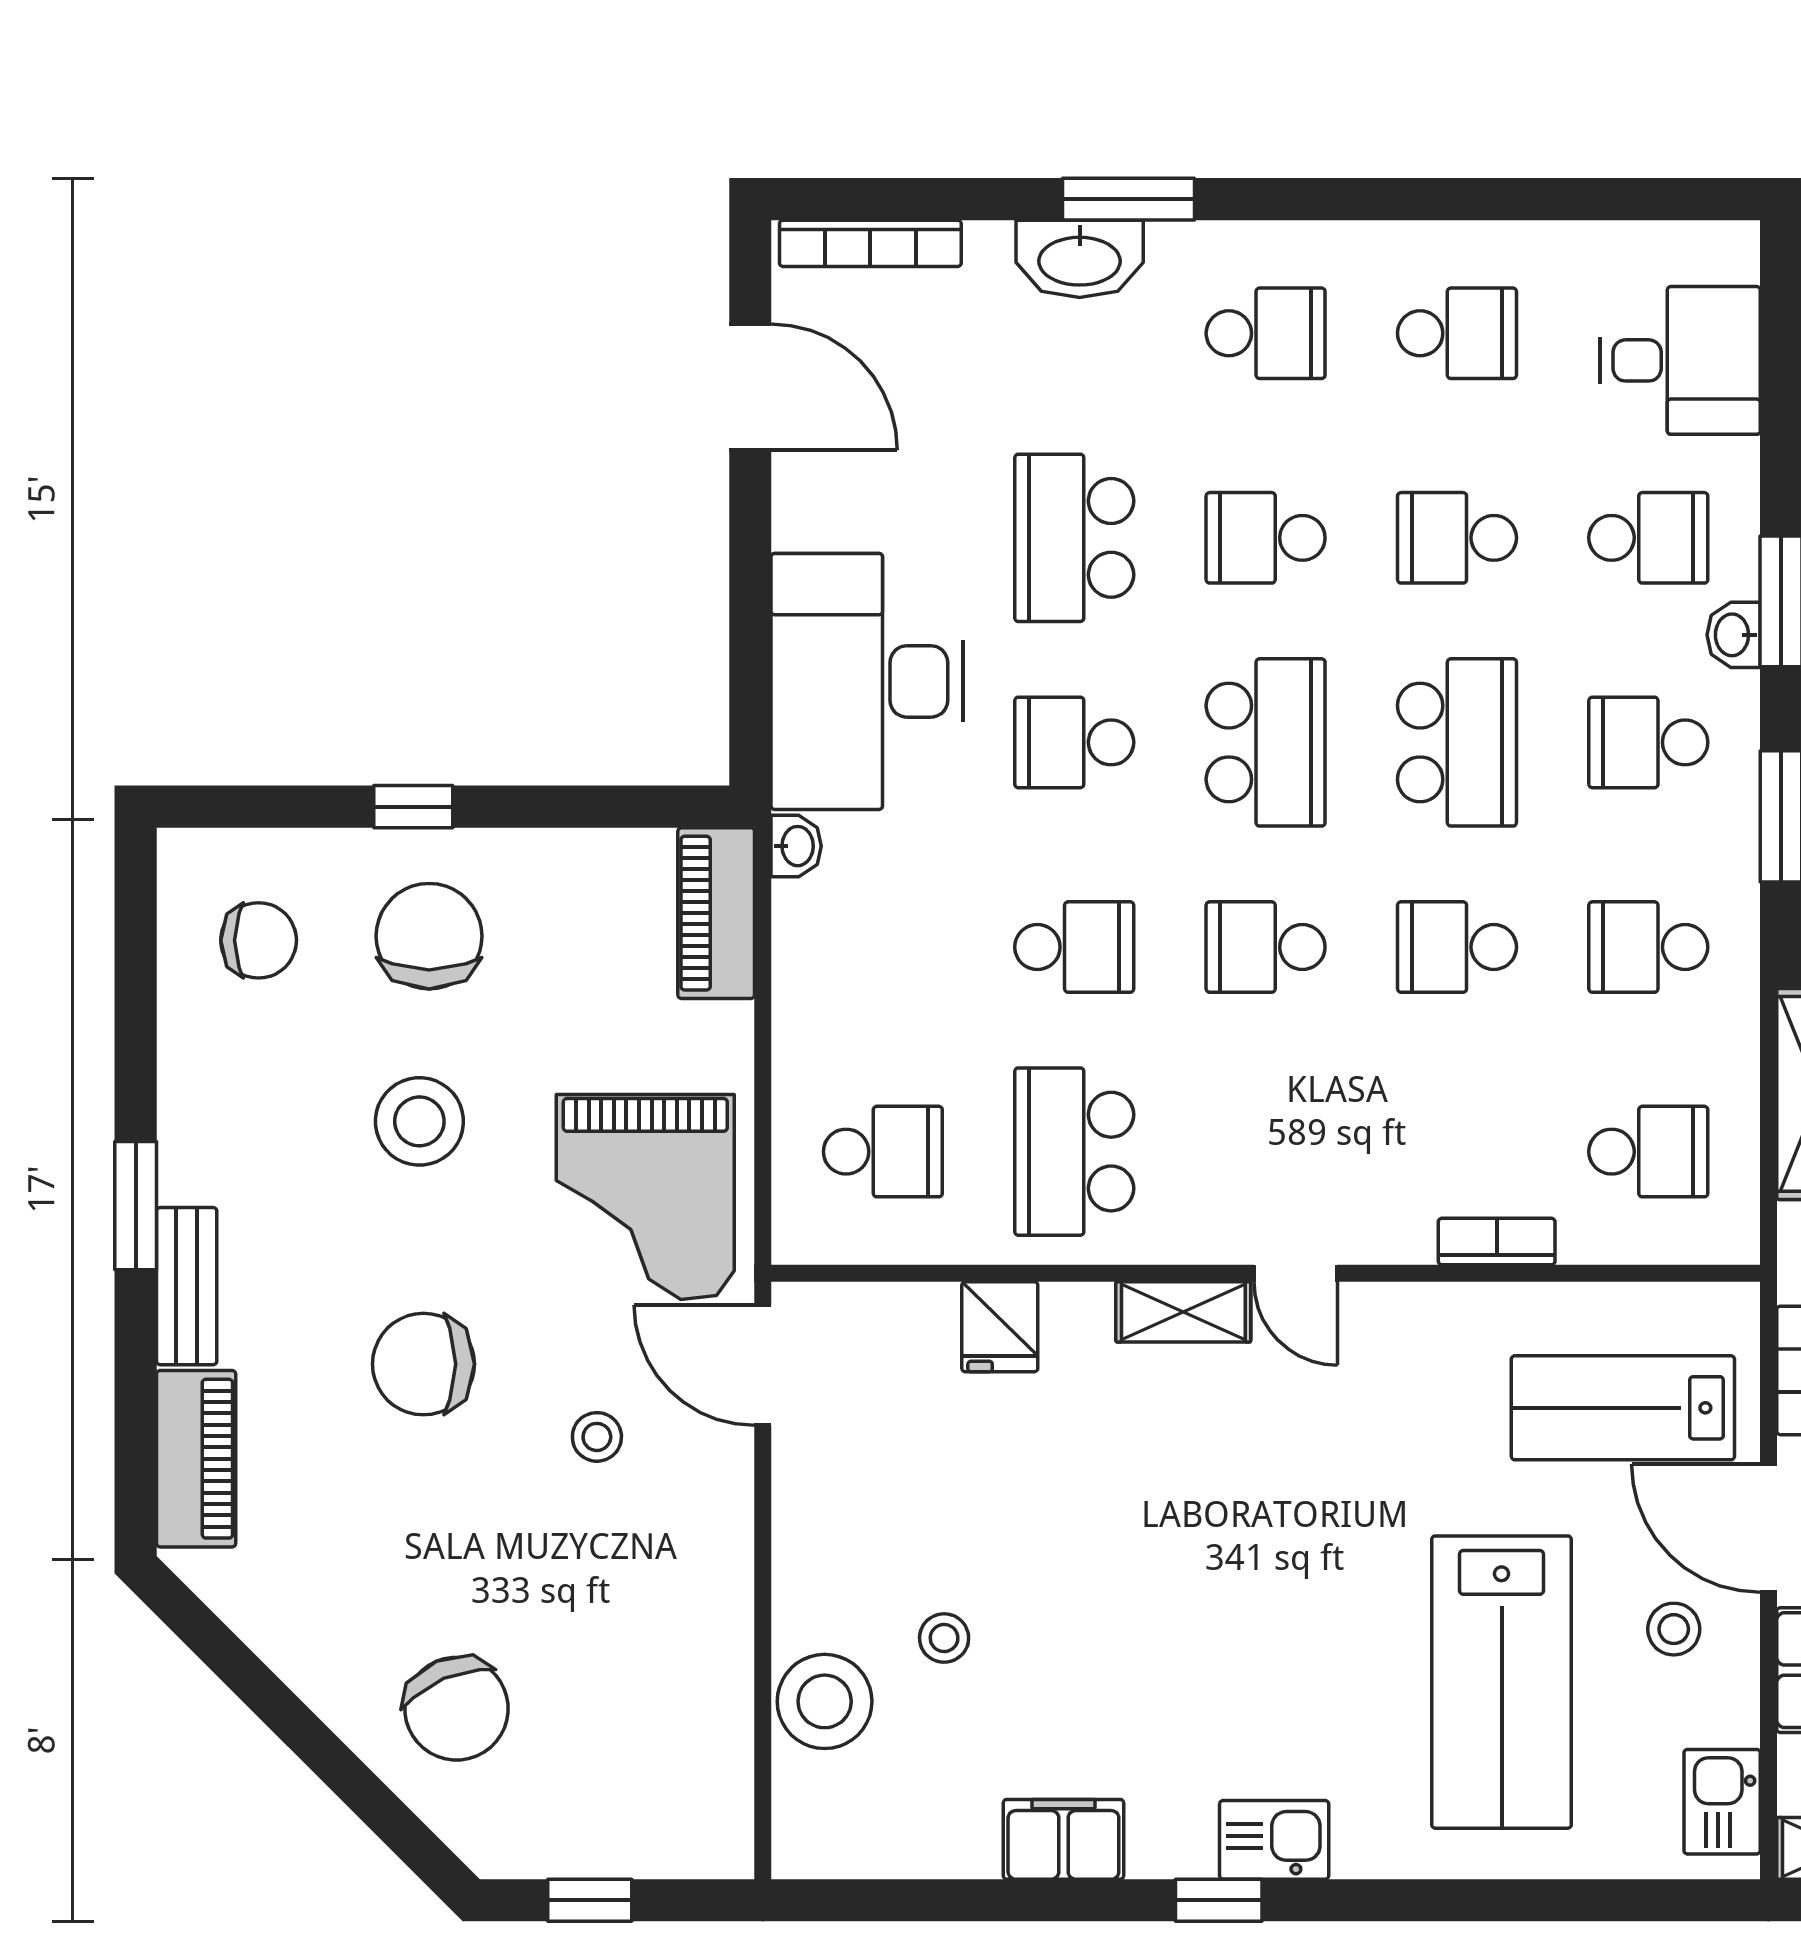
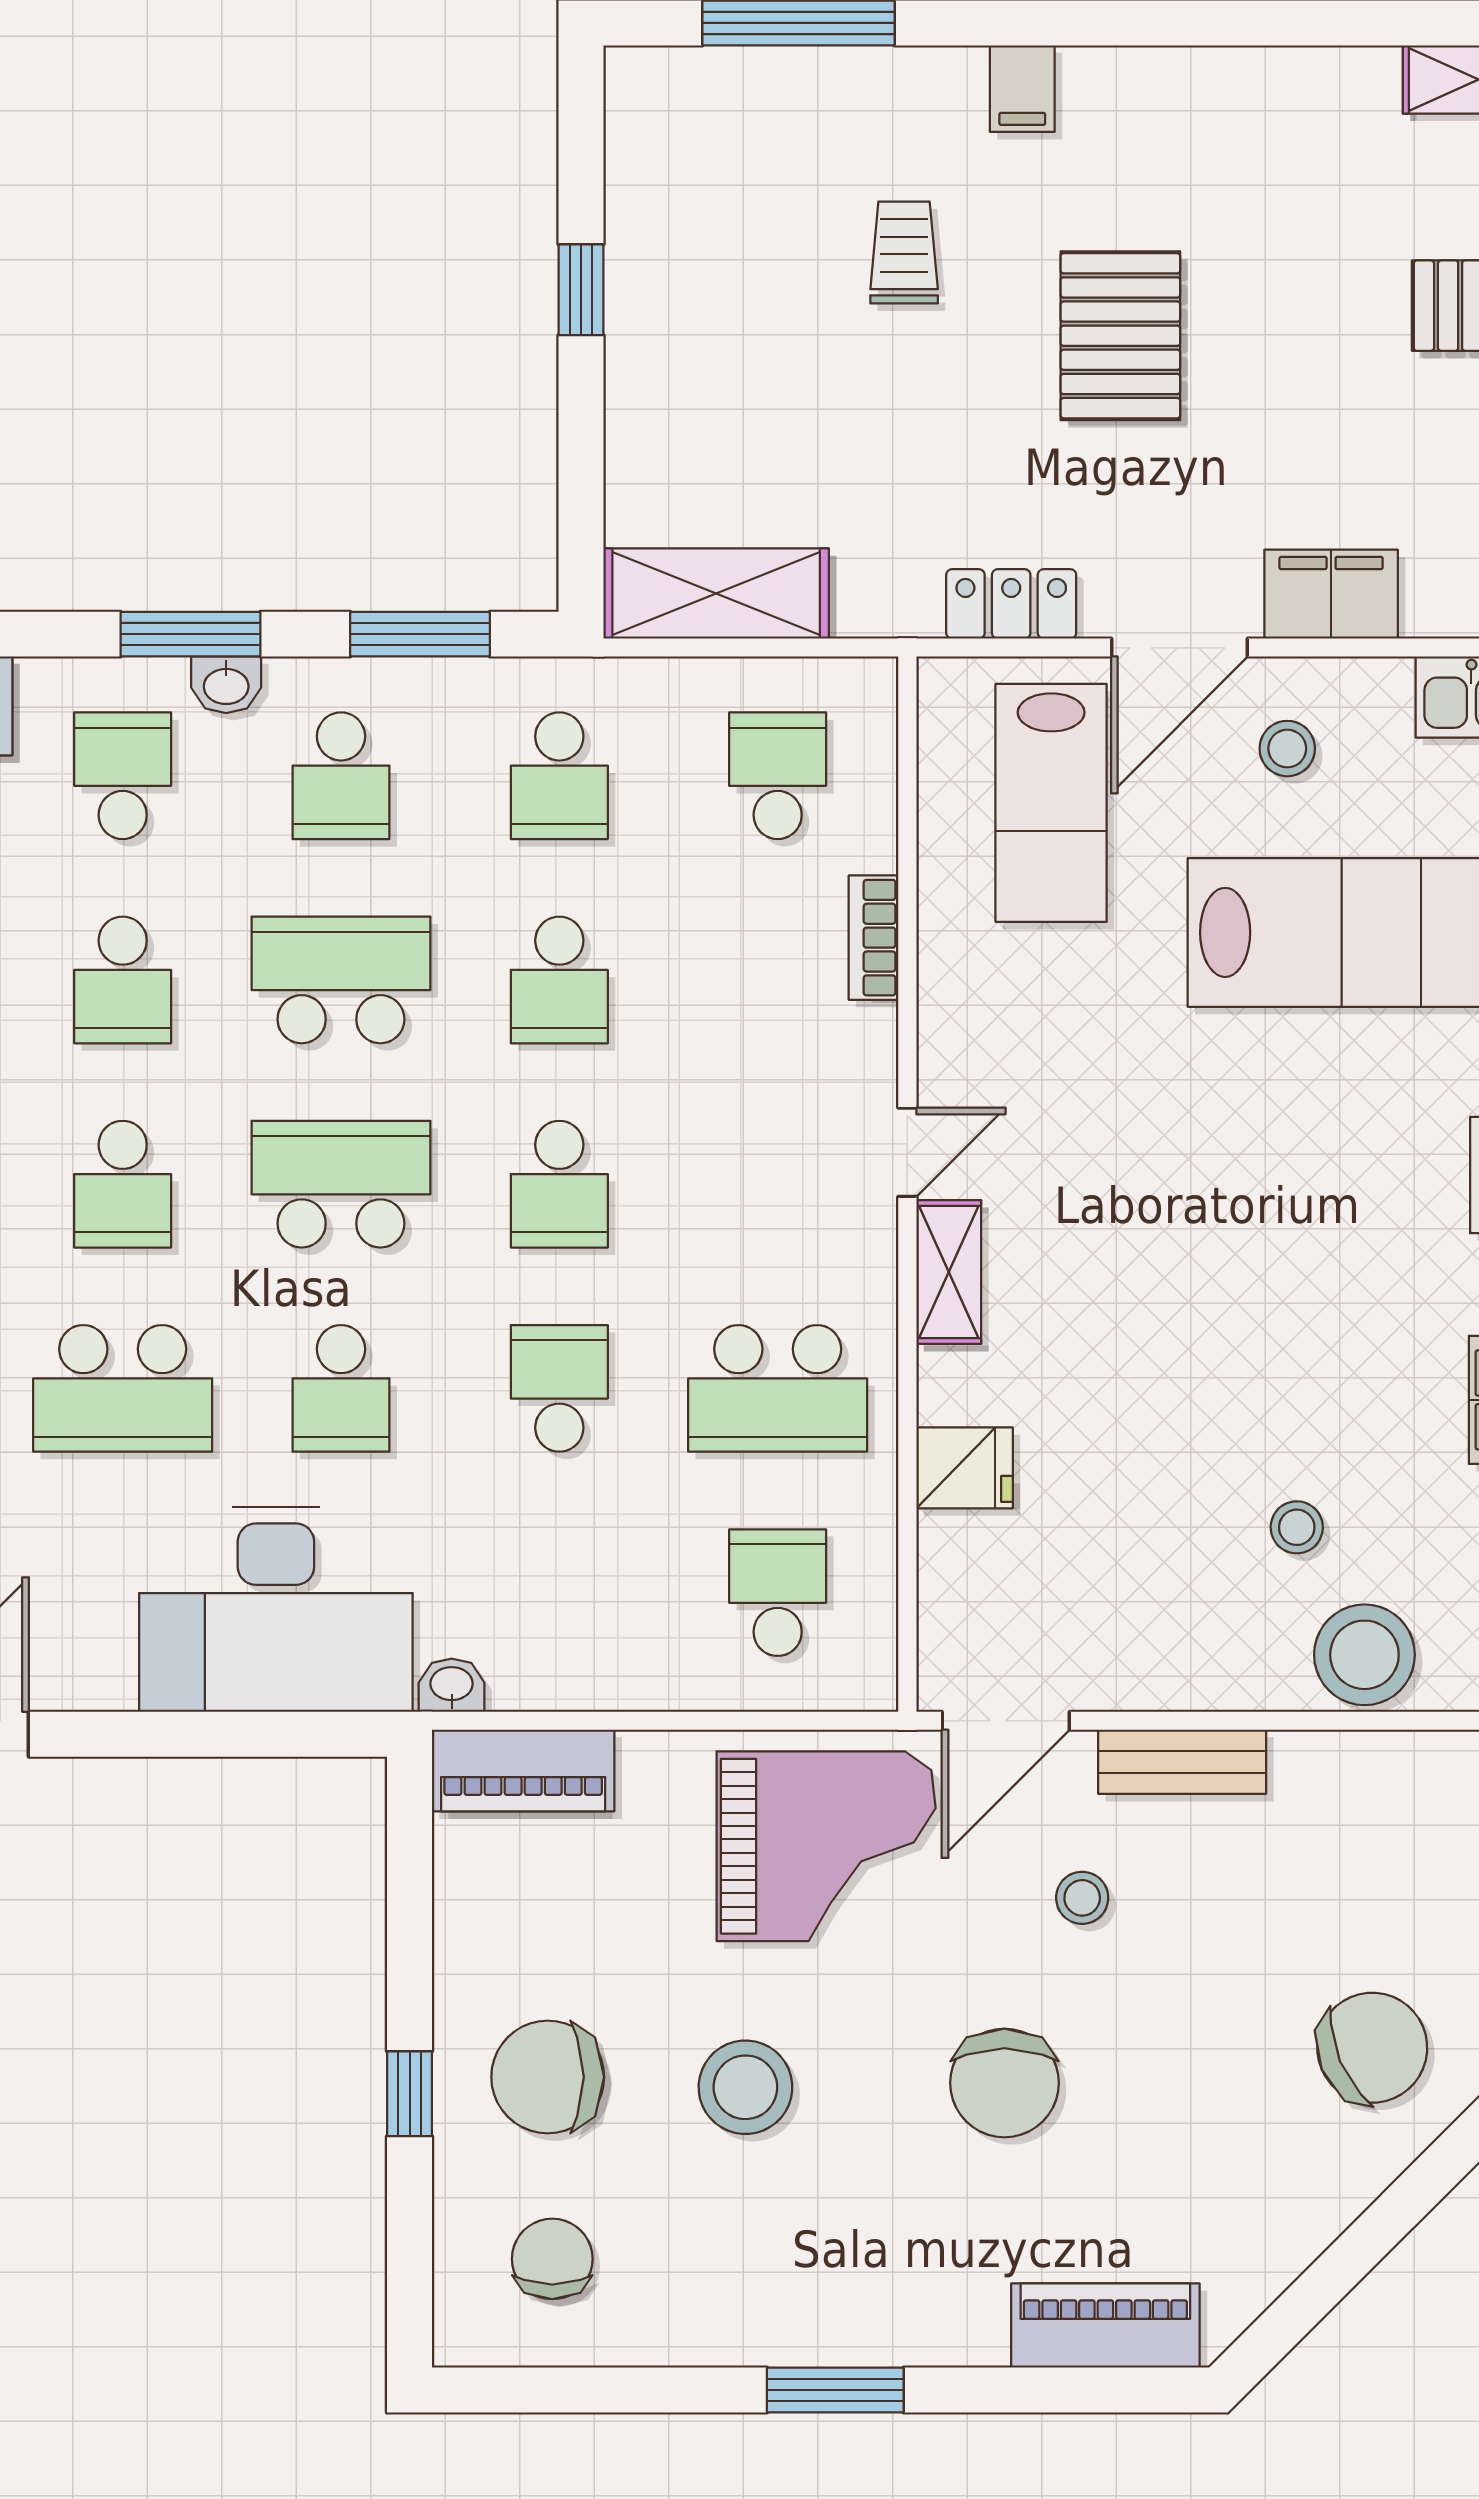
bench: (187, 1286) -> (1182, 1762), moved

